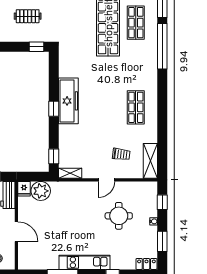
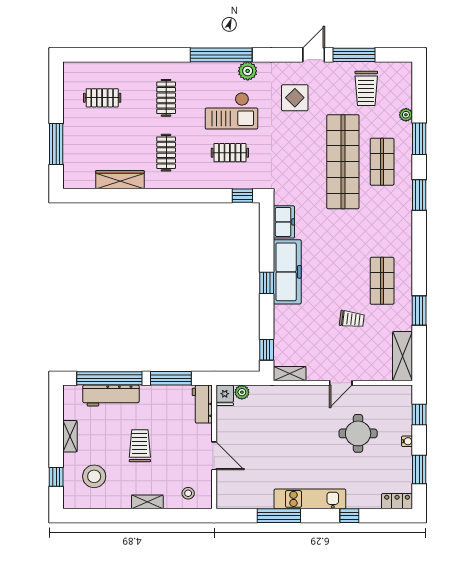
window: (162, 46) -> (419, 195), width x0.47
freezer: (66, 65) -> (284, 222), added
window: (162, 128) -> (419, 311), added
trolley: (121, 154) -> (352, 319), moved
plant: (41, 191) -> (242, 392), width x0.53, depth x0.53

